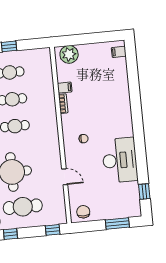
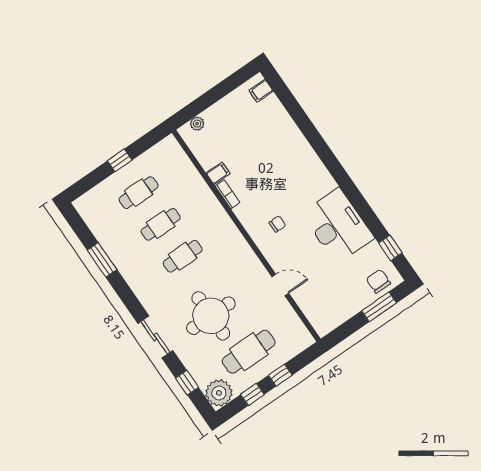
plant: (69, 54) -> (197, 124), width x0.53, depth x0.53
chair: (83, 212) -> (378, 281), moved
window: (53, 230) -> (280, 375), moved

